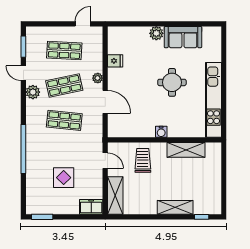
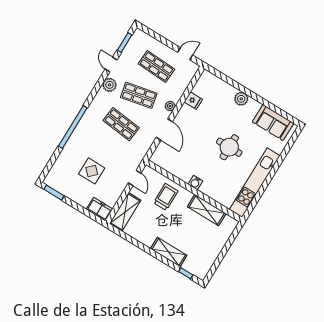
sofa: (183, 37) -> (273, 123), moved

